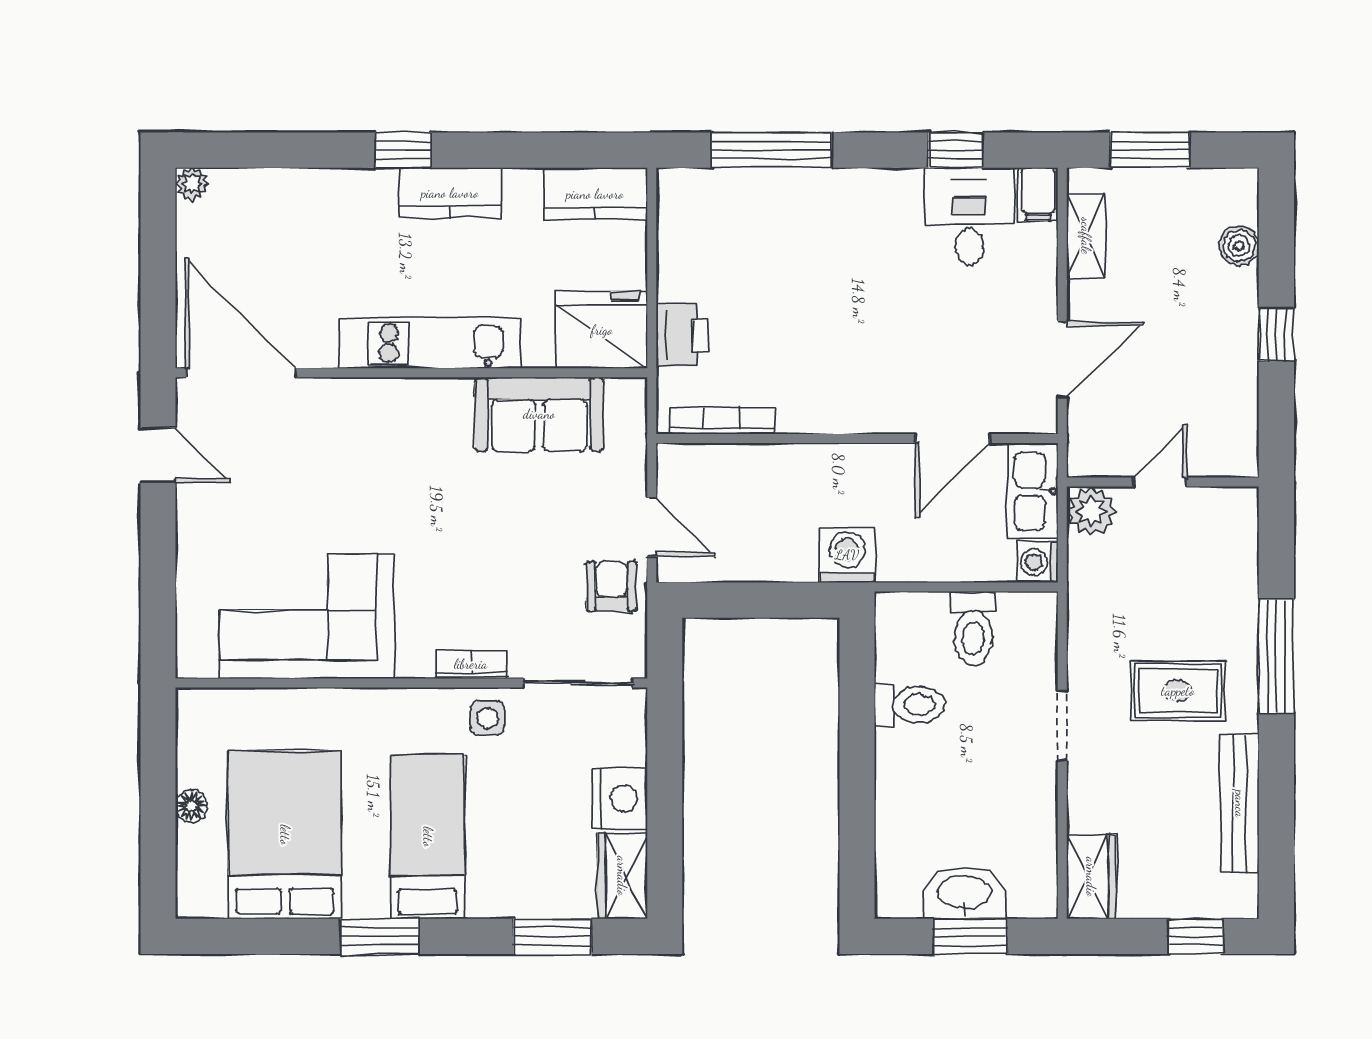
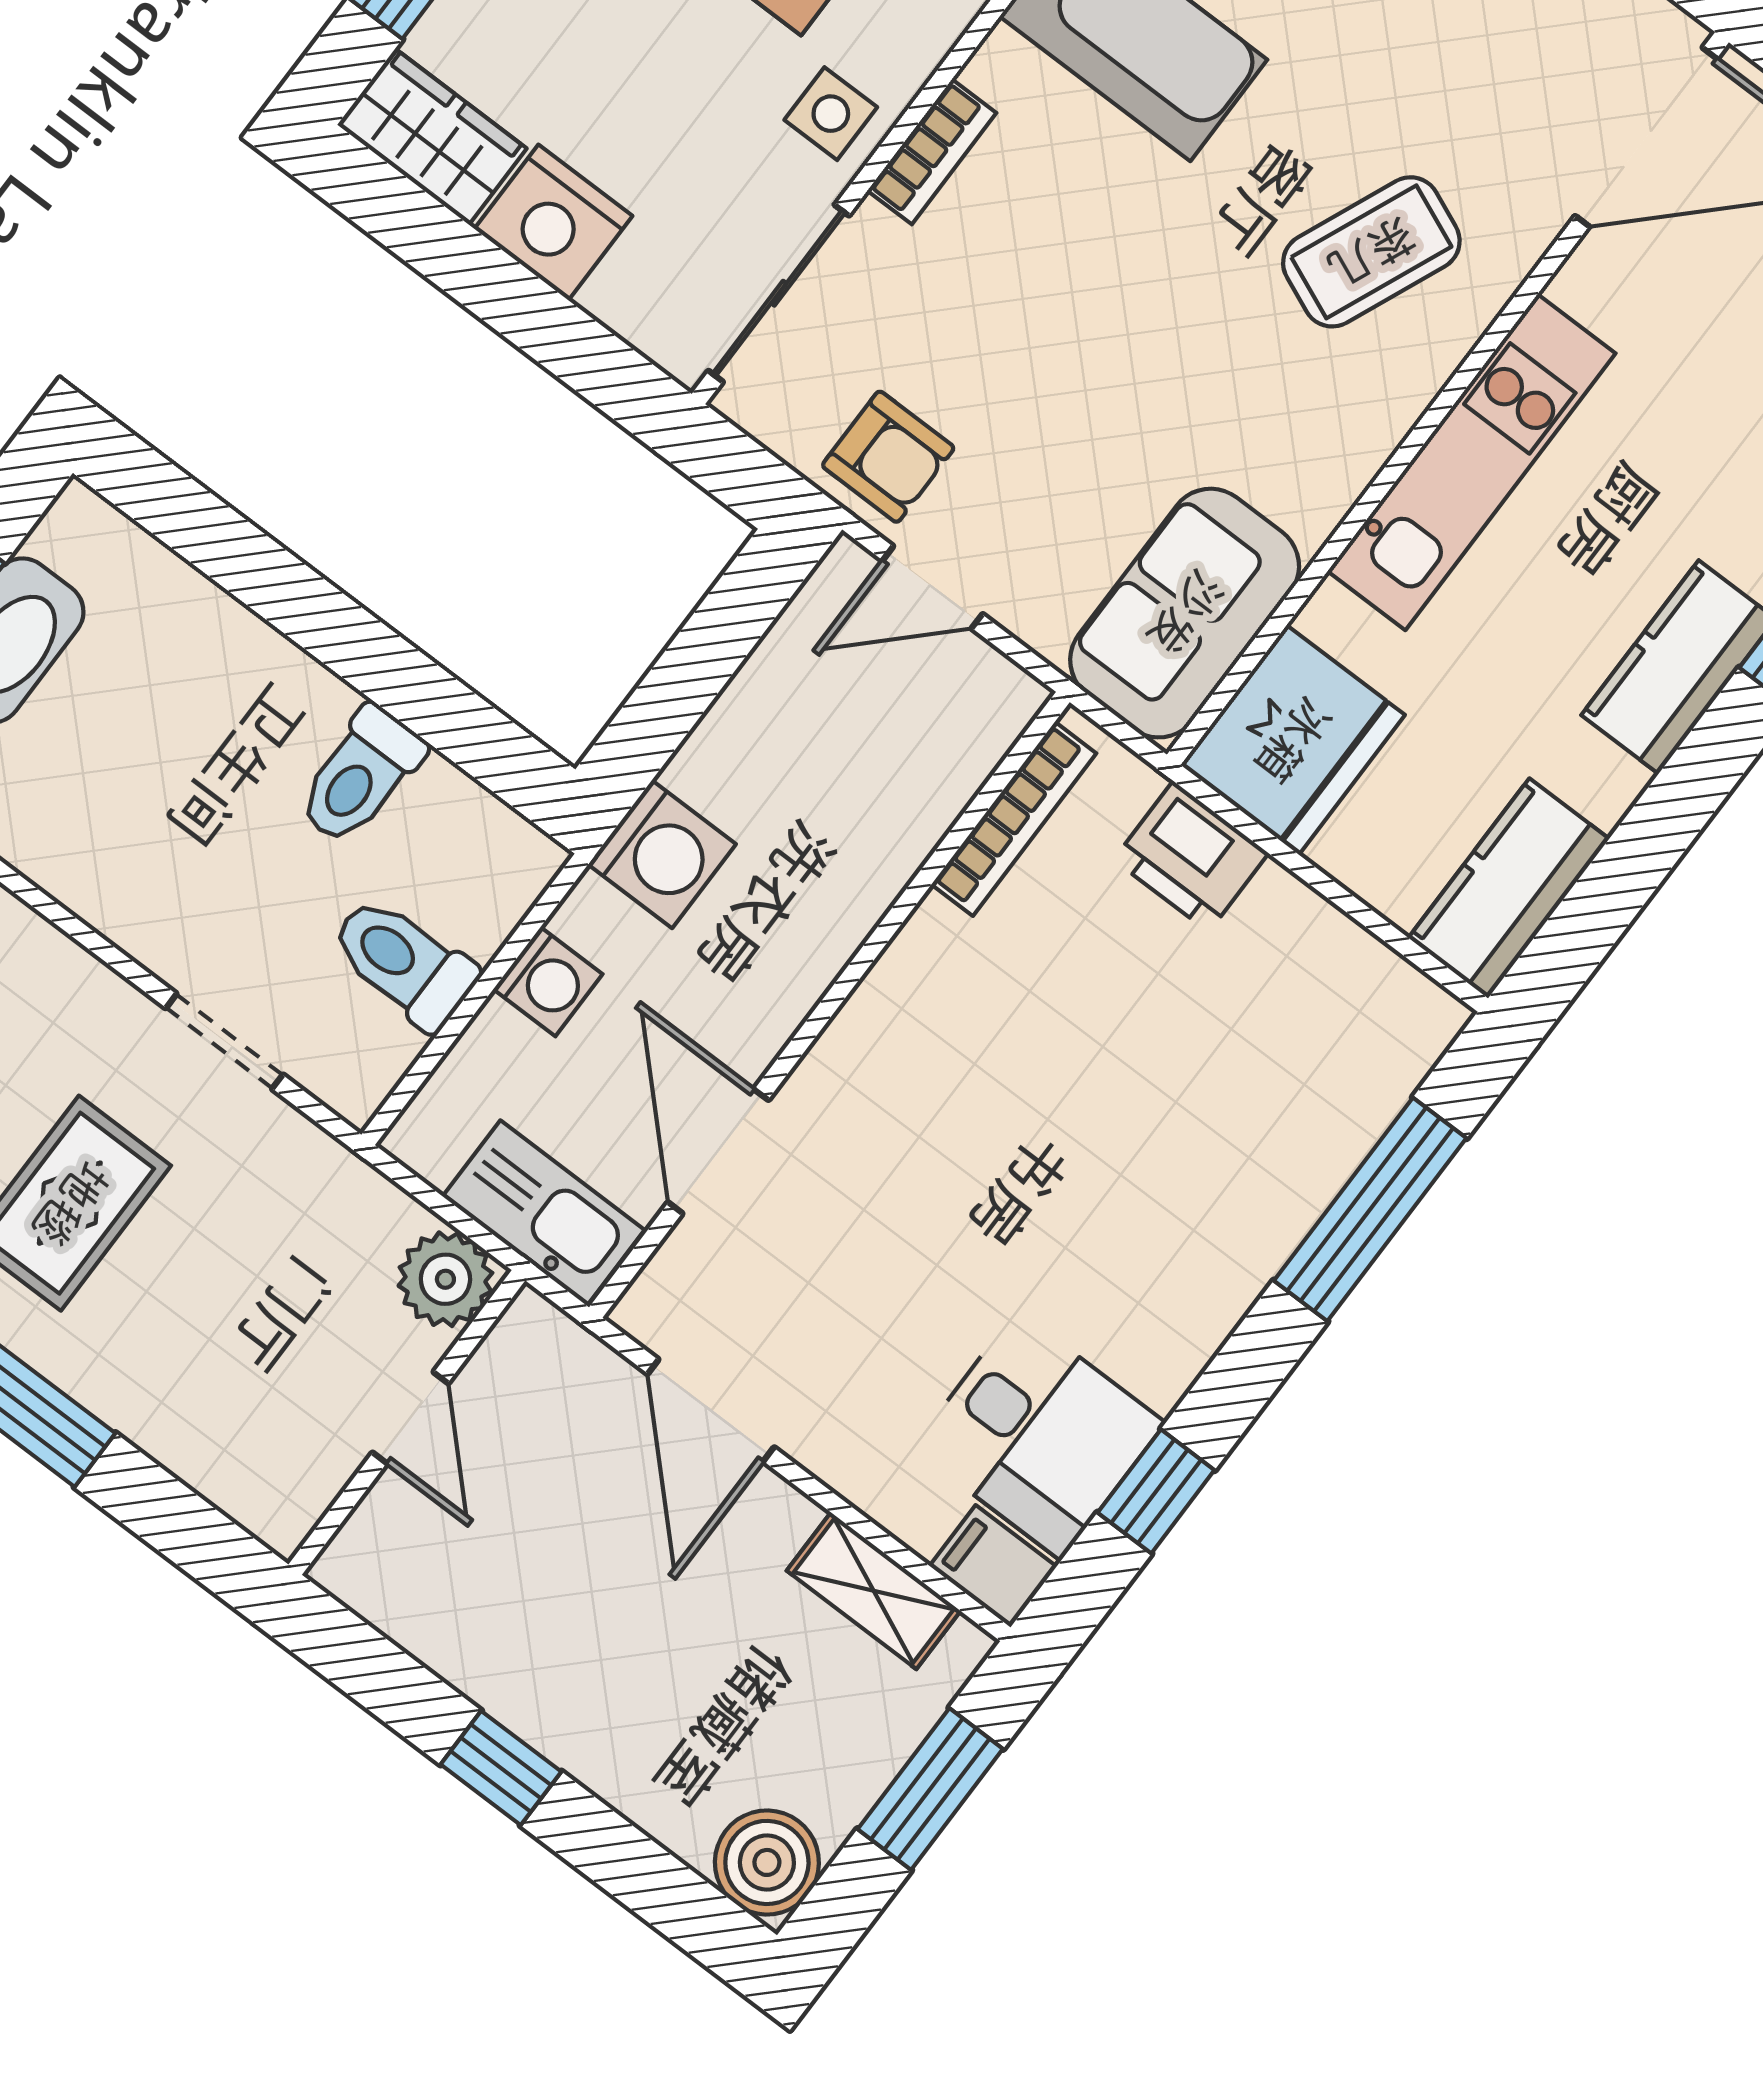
boiler: (1239, 246) -> (767, 1862), moved, width x1.36, depth x1.36
sofa: (539, 414) -> (1185, 613), moved
coffee table: (375, 451) -> (1371, 252), added
washing machine: (1038, 562) -> (548, 982), moved, turned 90
doorway: (1062, 726) -> (224, 1041), moved

